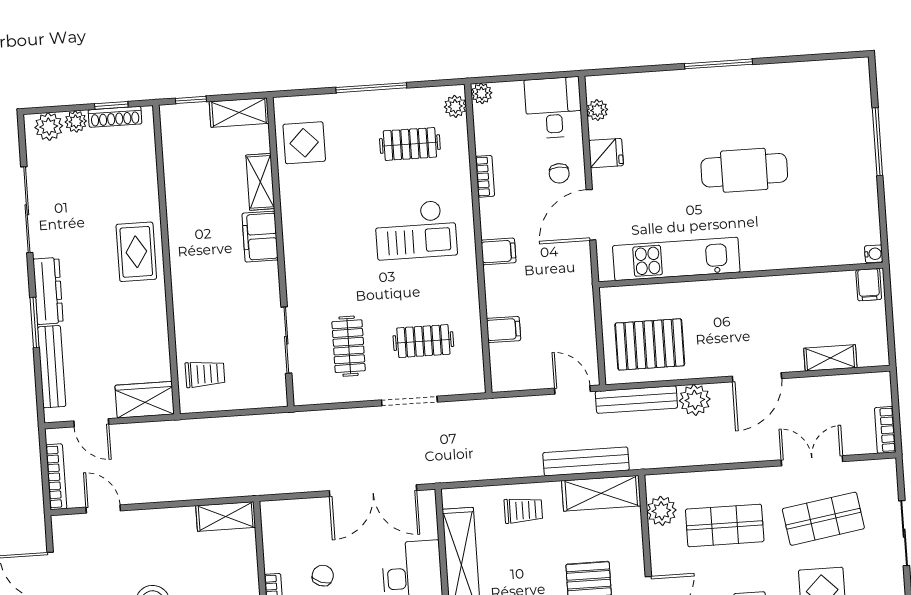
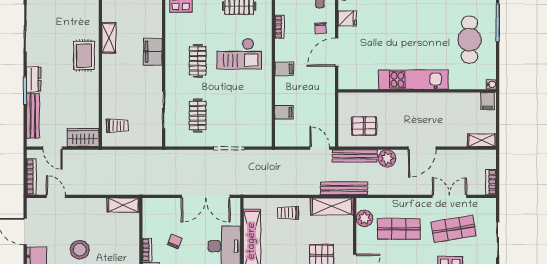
cafe table: (744, 170) -> (469, 40), moved, turned 90
shelving: (260, 182) -> (109, 38), moved
kitchen unit: (676, 259) -> (413, 80), moved
dresser: (48, 291) -> (34, 79), width x0.70
clothes rail: (423, 341) -> (198, 61), moved, turned 90
pallet: (650, 344) -> (364, 126), width x0.67, depth x0.71
shelving: (830, 358) -> (482, 140), moved
bench: (586, 461) -> (344, 188), moved
trolley: (523, 510) -> (288, 213), turned 180

